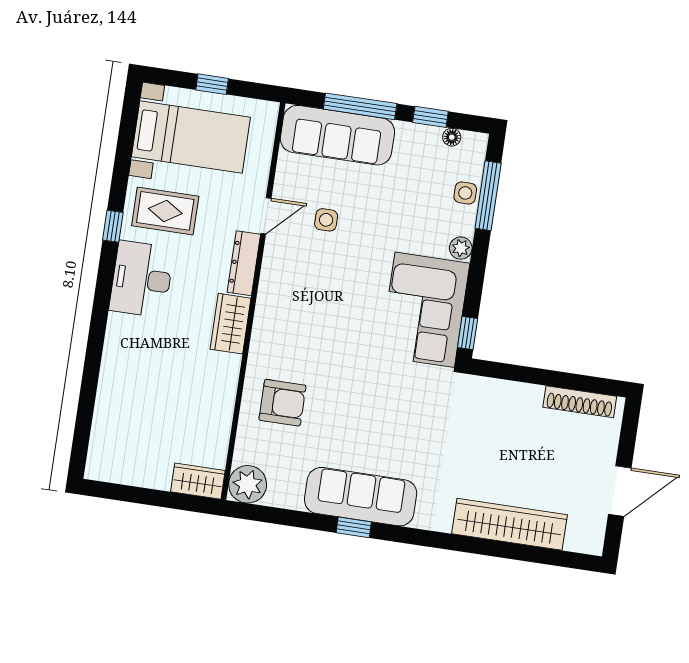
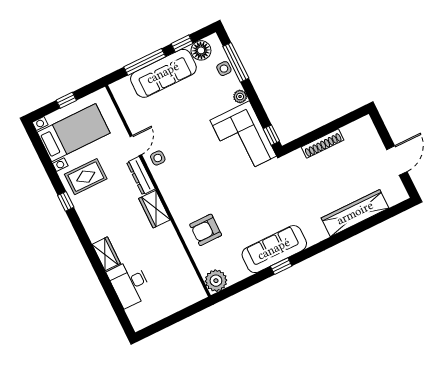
sofa: (337, 135) -> (163, 73), moved
floor lamp: (452, 137) -> (201, 50), width x1.89, depth x1.89
side table: (326, 220) -> (158, 158), moved
desk: (142, 279) -> (130, 284), moved
shoe rack: (580, 402) -> (322, 144), moved
armchair: (282, 403) -> (206, 230), turned 180
wardrobe: (198, 481) -> (106, 254), moved, turned 90

